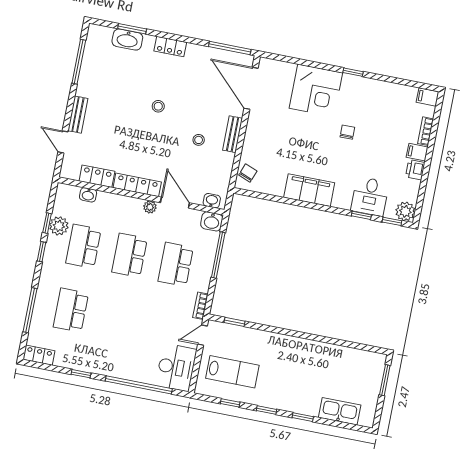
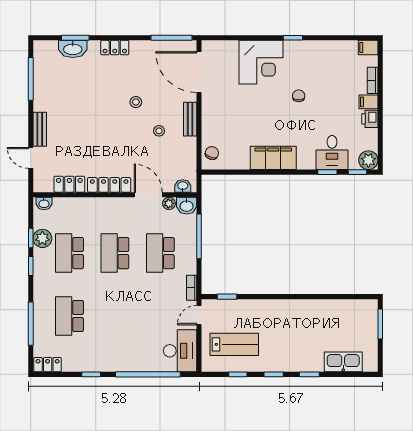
stool: (158, 106) -> (136, 102), moved
washbasin: (88, 195) -> (44, 203), moved
plant: (150, 207) -> (169, 203), moved

